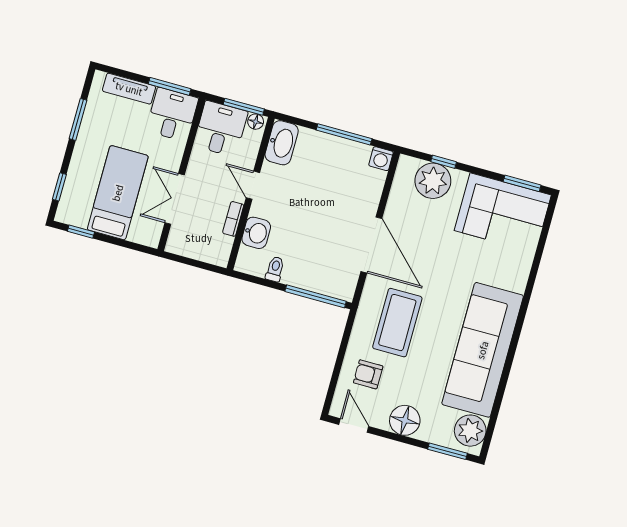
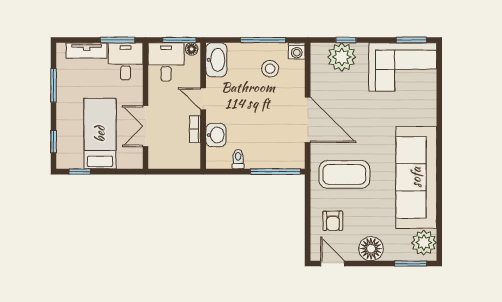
stool: (343, 171) -> (270, 69), added
coffee table: (397, 323) -> (344, 174), turned 90
armchair: (368, 374) -> (333, 221), turned -90

